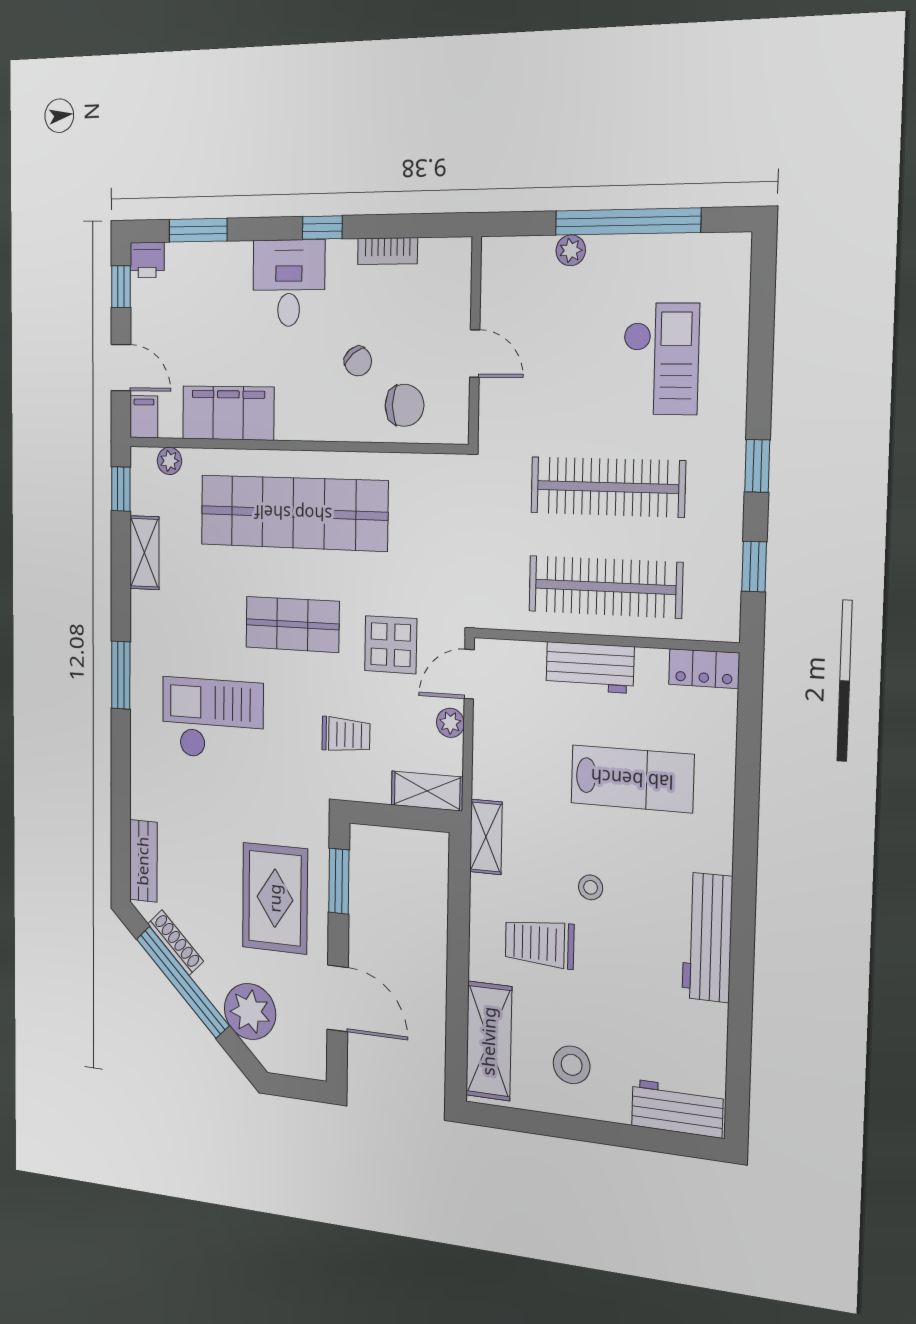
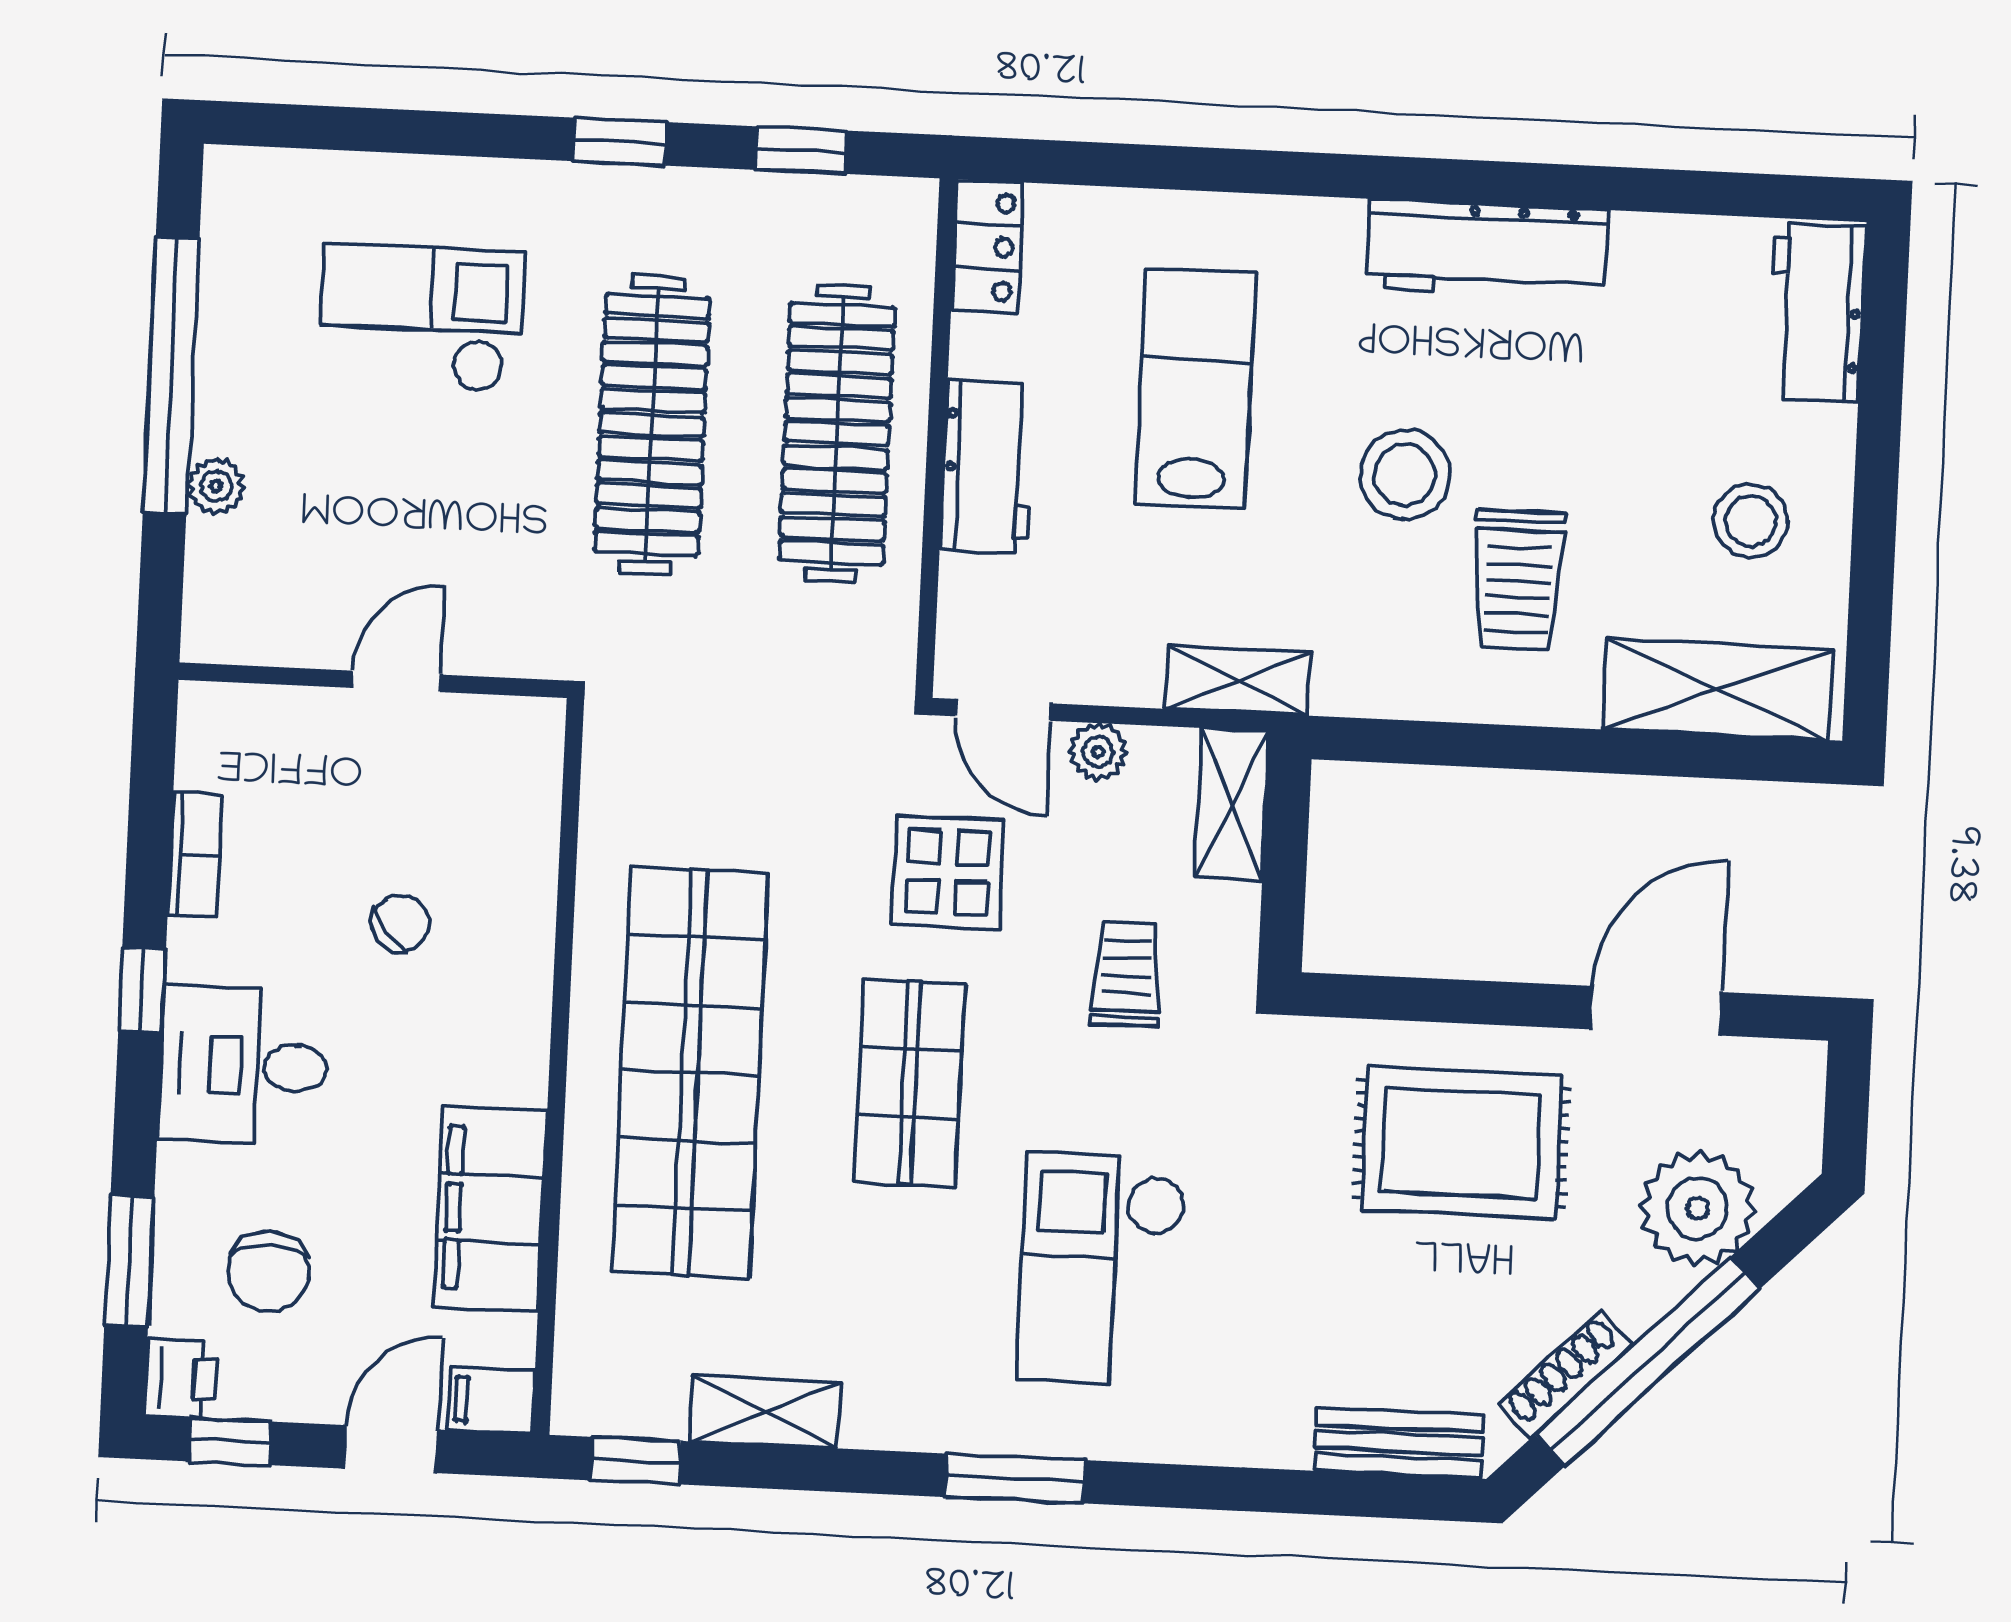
chair: (404, 405) -> (269, 1271), moved, turned 180
plant: (169, 461) -> (581, 1346), removed
shelving: (486, 837) -> (1238, 680), moved
window: (339, 881) -> (1419, 1000), removed
stool: (591, 887) -> (1405, 475), width x1.89, depth x1.89

